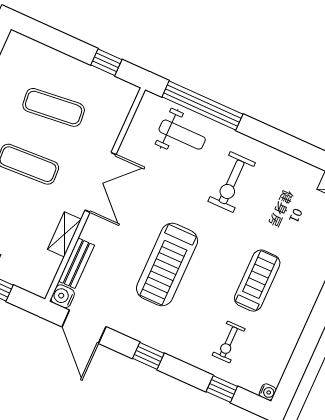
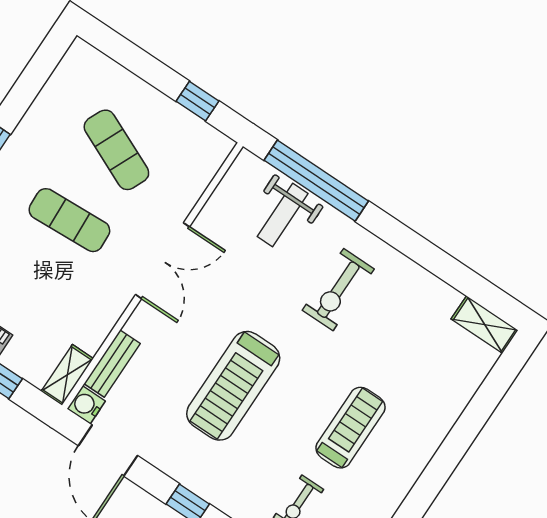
exercise mat: (54, 107) -> (116, 150), turned 30
weight bench: (182, 135) -> (283, 215), turned 90
shelving: (64, 234) -> (67, 375), moved

